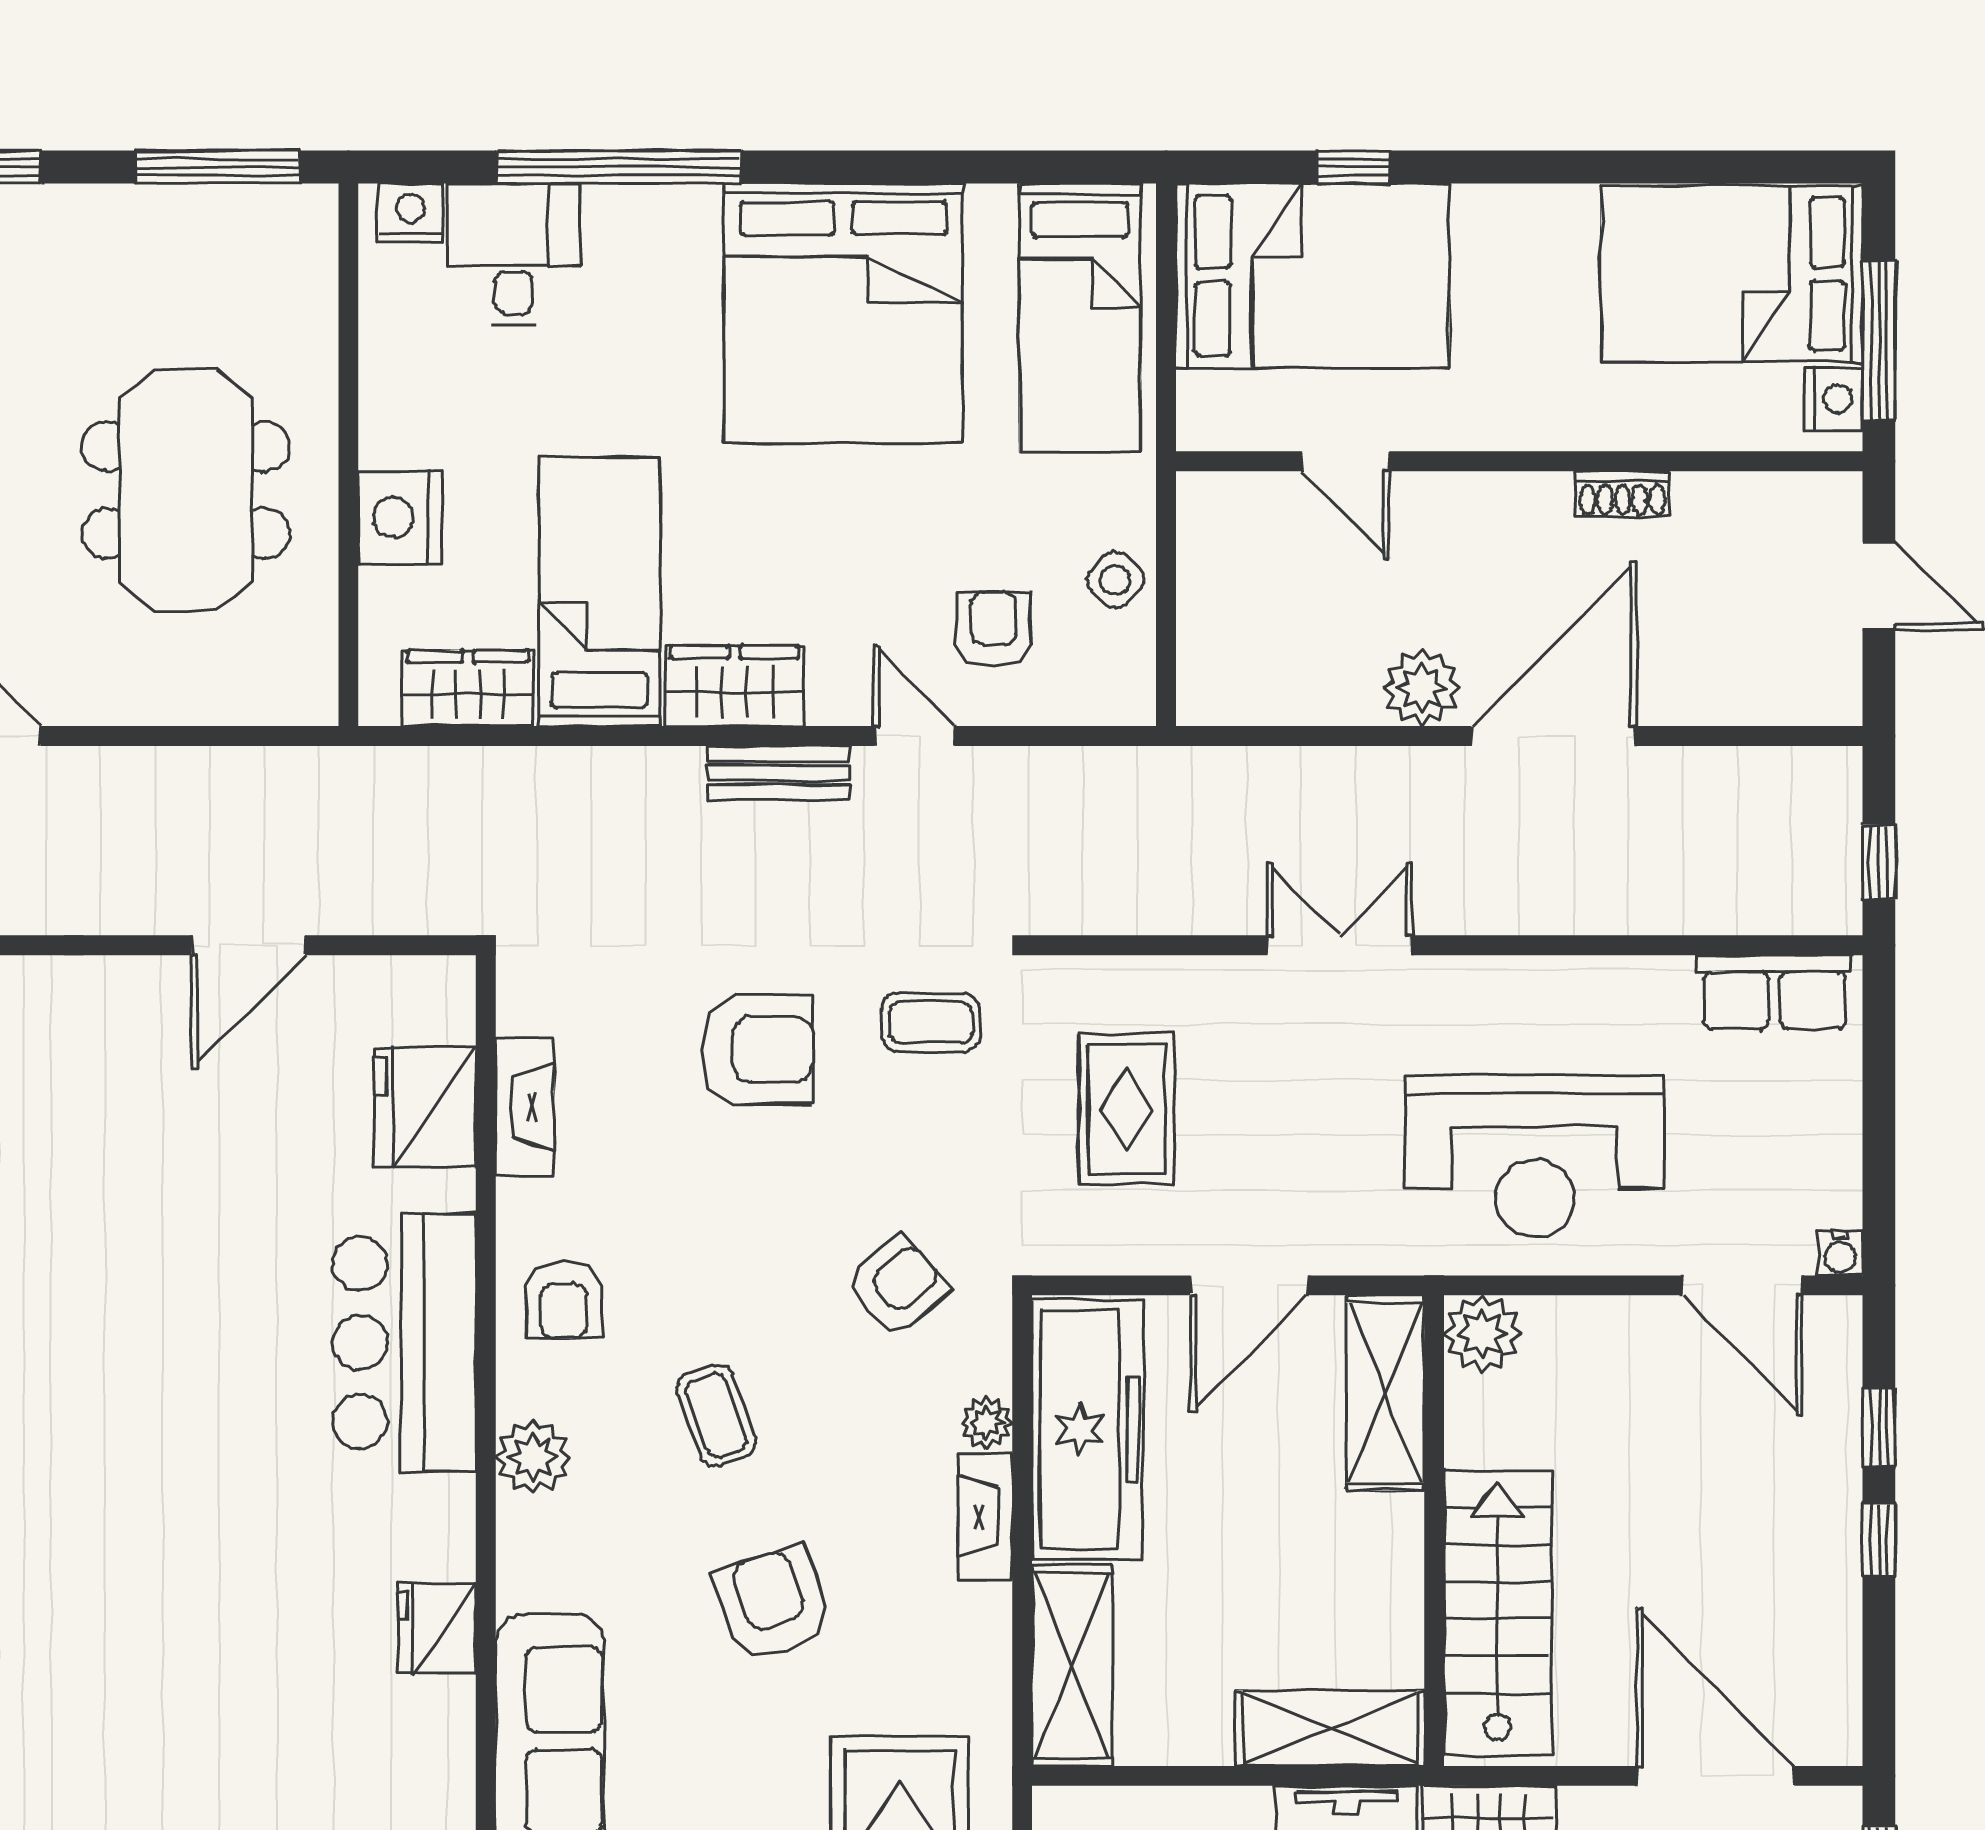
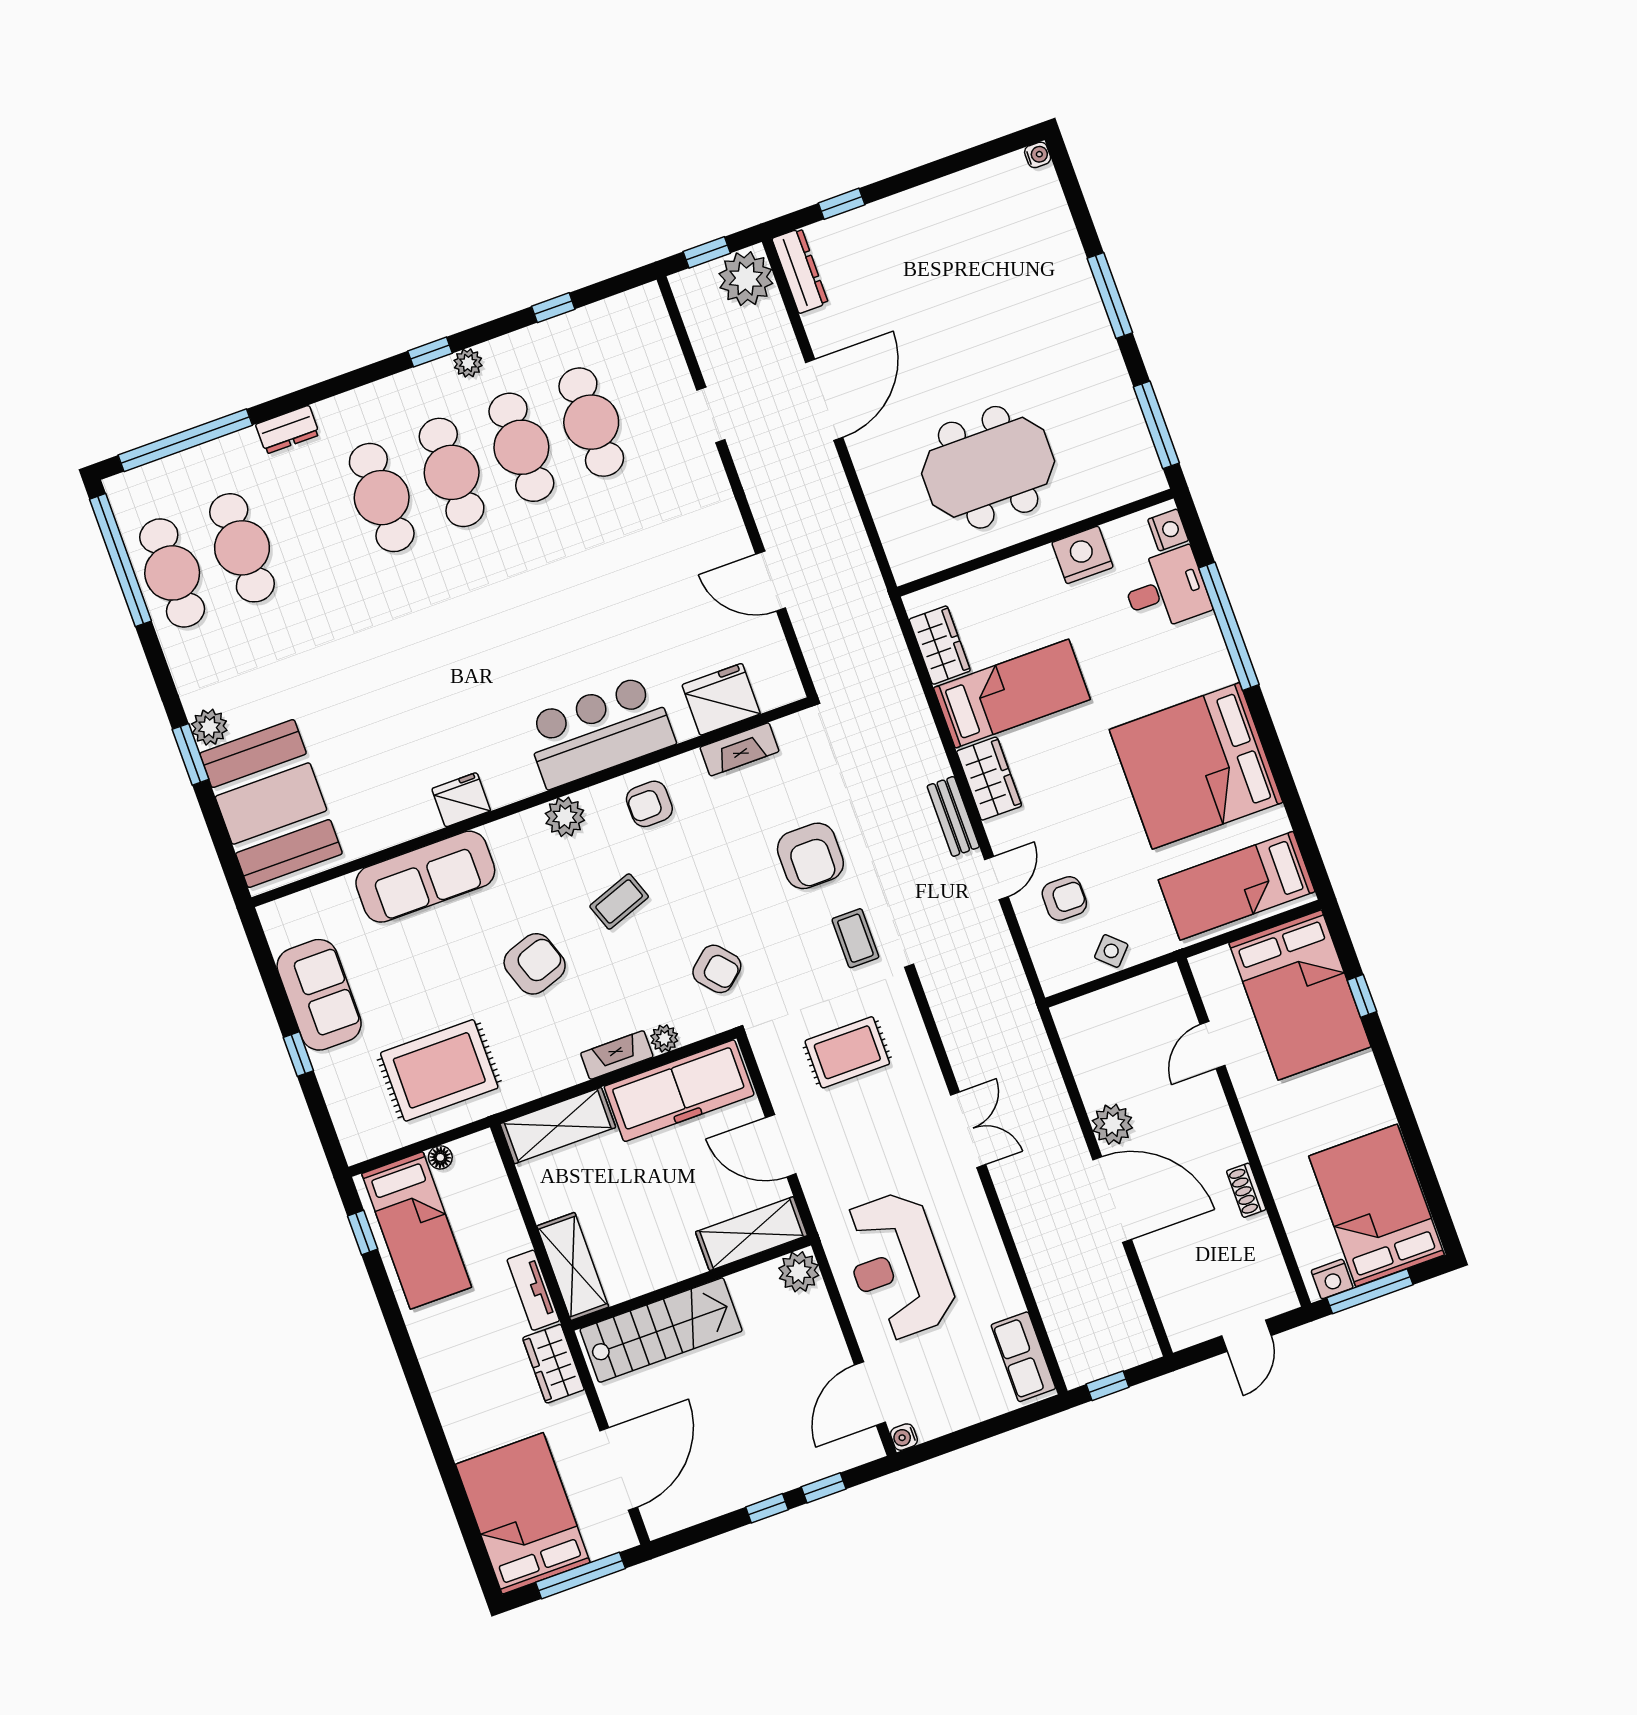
nightstand: (400, 517) -> (1082, 555), moved

